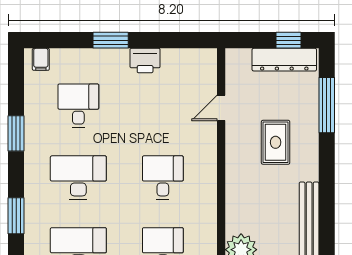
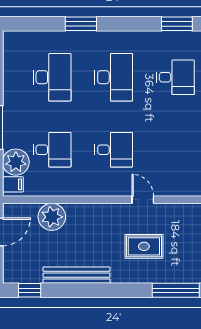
door: (221, 108) -> (143, 200), moved
window: (16, 133) -> (177, 24), moved

